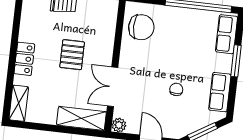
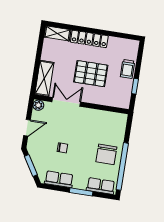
chair: (141, 27) -> (106, 154), moved
pallet: (72, 55) -> (91, 74), width x1.50, depth x1.42
locker: (24, 59) -> (89, 39), width x1.53

